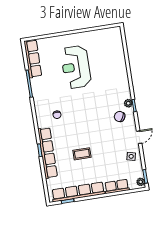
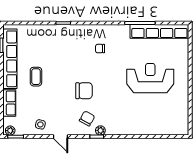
row of seats: (33, 59) -> (159, 31), width x1.36
chair: (96, 123) -> (84, 91), added
row of seats: (48, 153) -> (59, 31), removed
coffee table: (82, 154) -> (36, 77), moved

